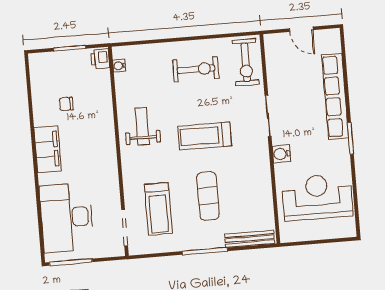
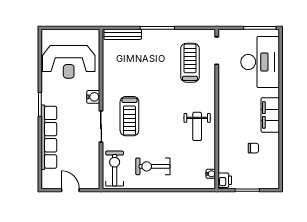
treadmill: (205, 136) -> (129, 116), moved, turned 90
exercise mat: (208, 196) -> (152, 69), removed

